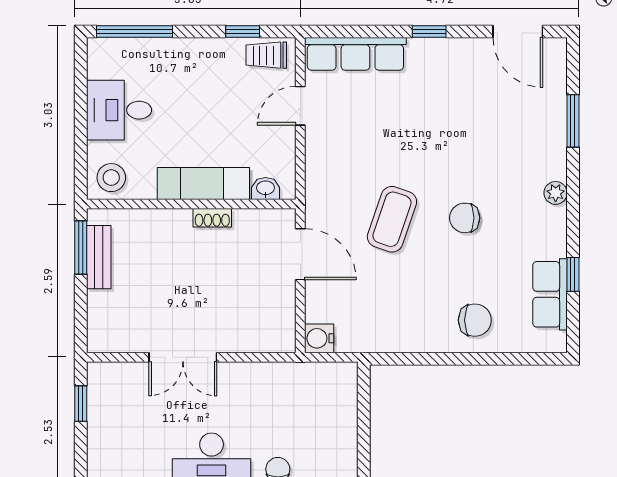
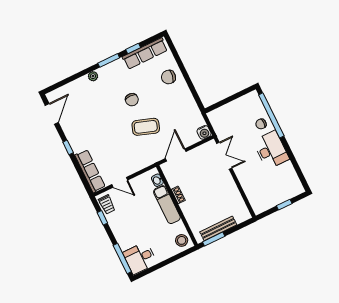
desk: (119, 110) -> (140, 258), moved, turned 90
window: (573, 121) -> (109, 60), moved
plant: (556, 193) -> (93, 76), moved
bench: (99, 257) -> (218, 228), width x1.36
row of seats: (550, 294) -> (145, 53), width x1.48
chair: (475, 320) -> (169, 77), turned -79
double door: (183, 357) -> (224, 156), moved
window: (81, 404) -> (284, 205), moved

